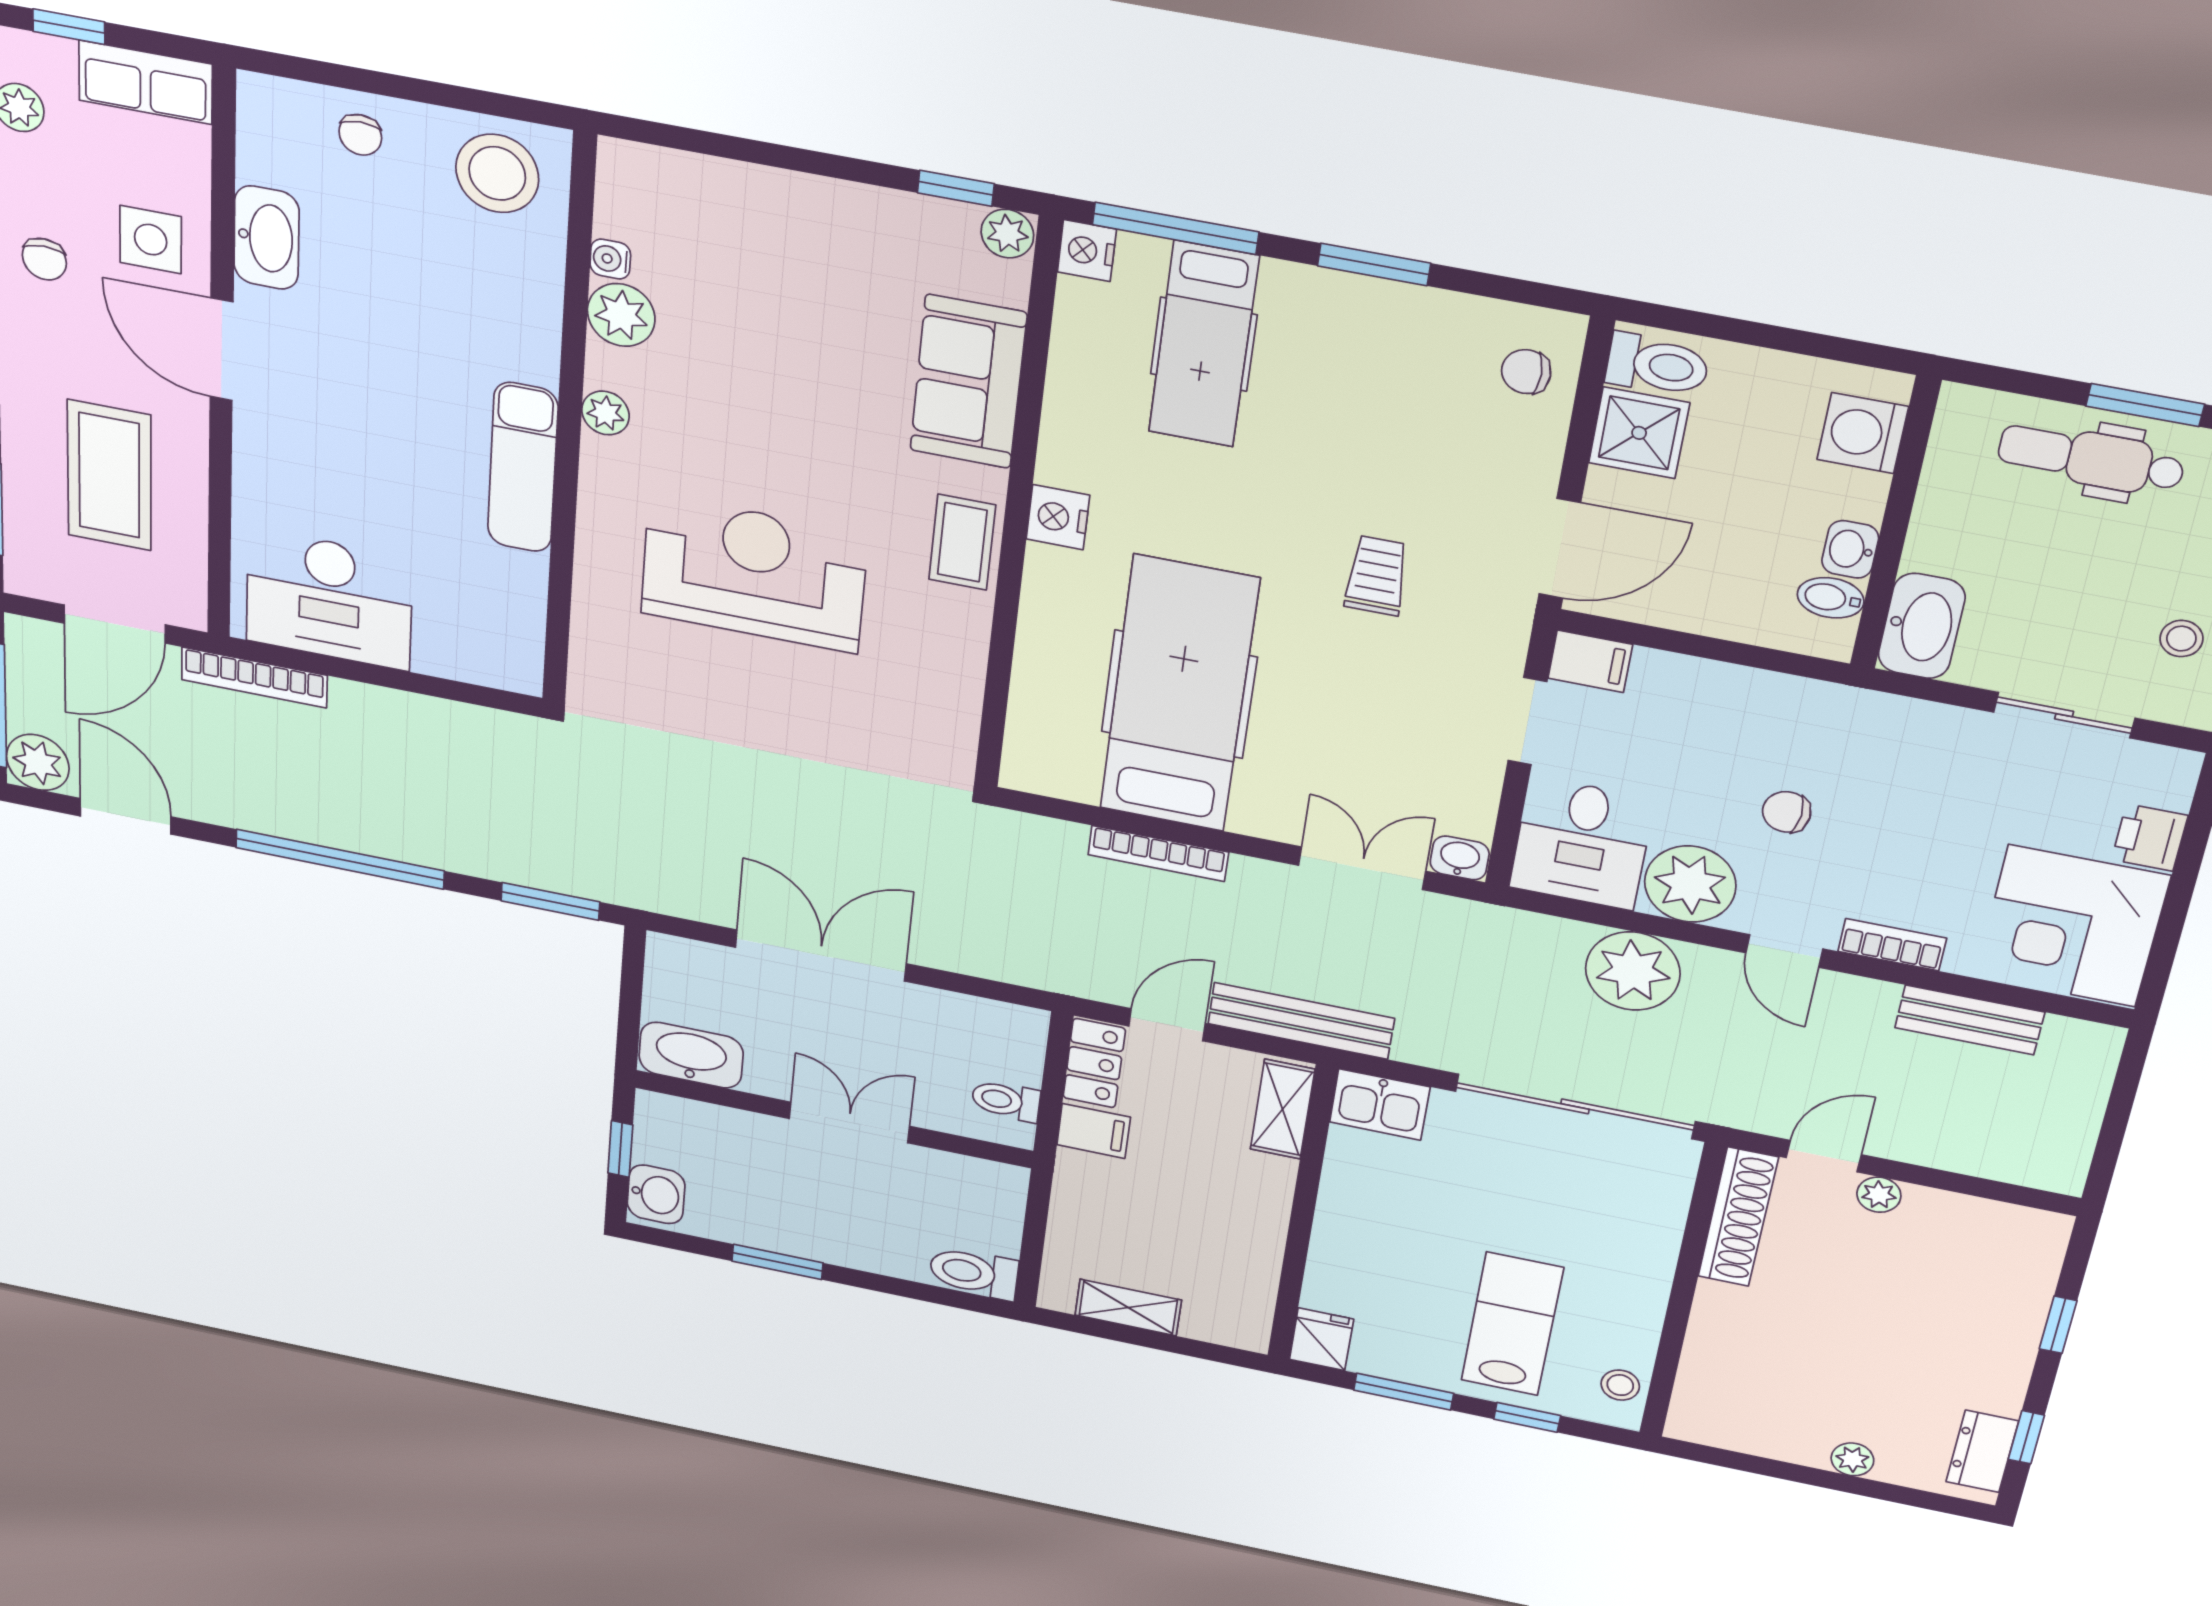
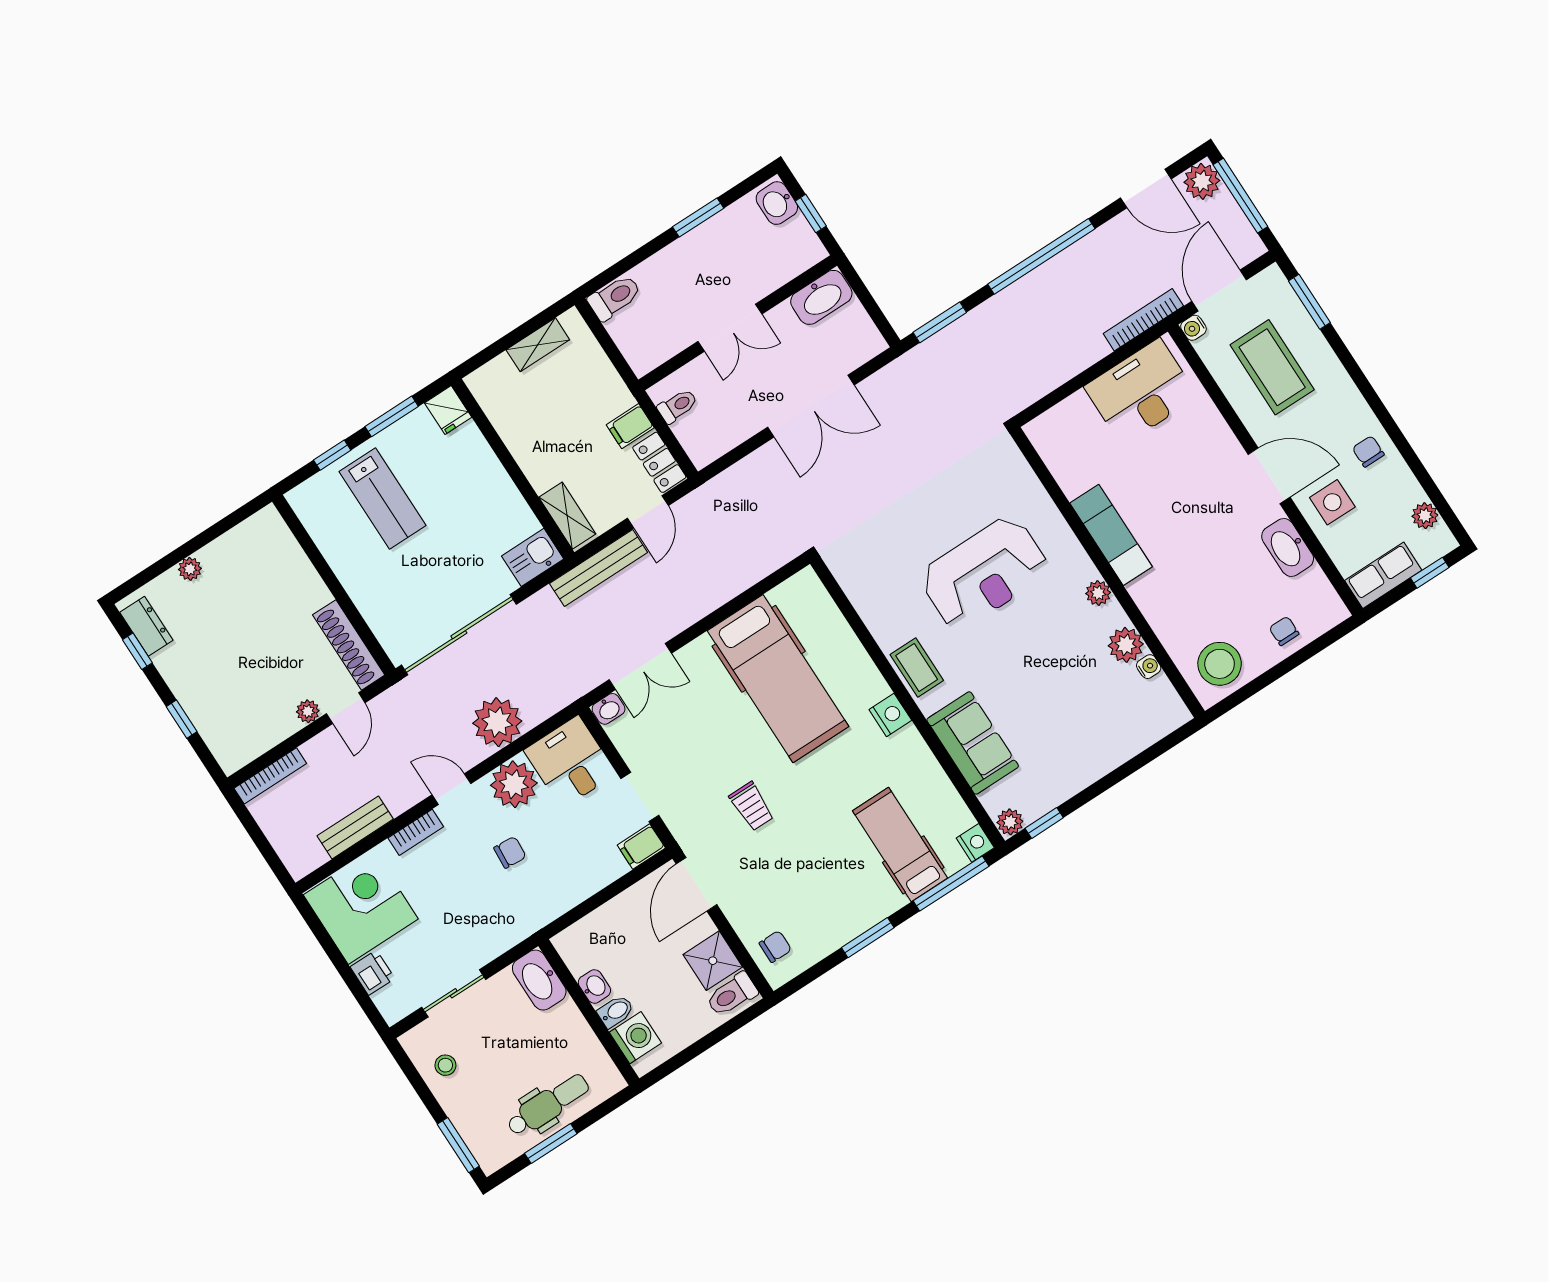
bidet: (1831, 598) -> (616, 1011), moved
water cooler: (188, 612) -> (1193, 328), added
bookcase: (1158, 853) -> (270, 776), moved, turned 180
stool: (1620, 1385) -> (313, 511), removed

